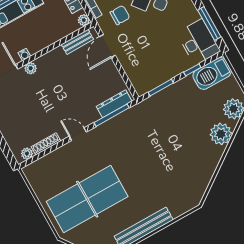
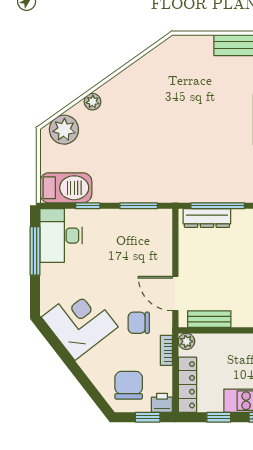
door: (107, 46) -> (175, 294), swing flipped
plant: (221, 134) -> (93, 102), width x0.53, depth x0.53

